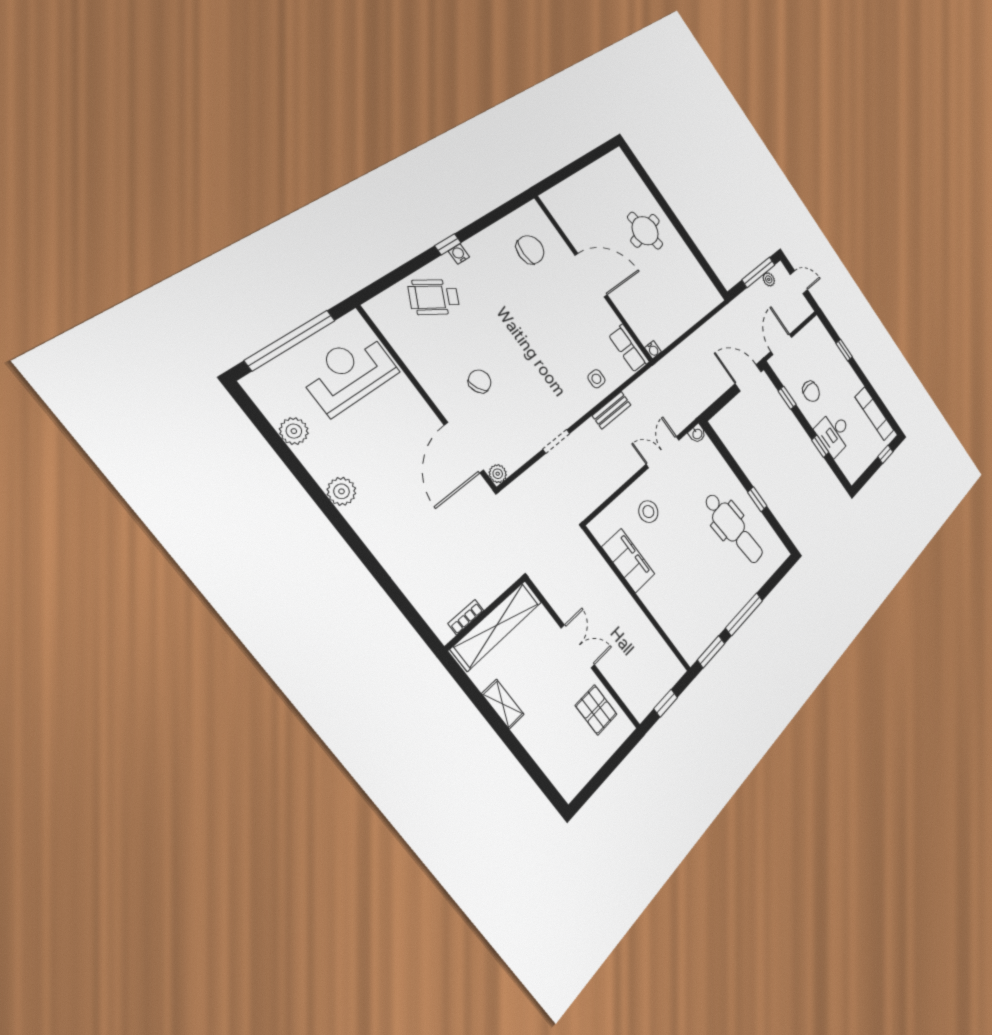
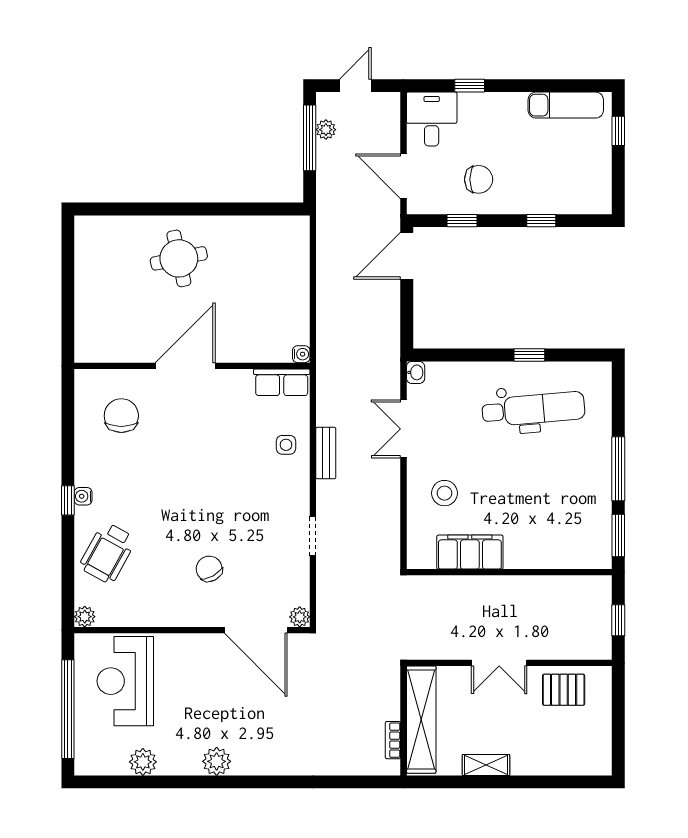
plant: (374, 308) -> (85, 617), added
desk: (834, 433) -> (432, 119), moved, turned 180
double door: (578, 646) -> (499, 663), swing flipped

